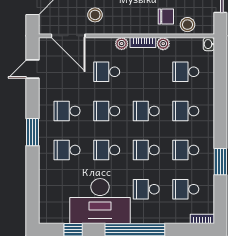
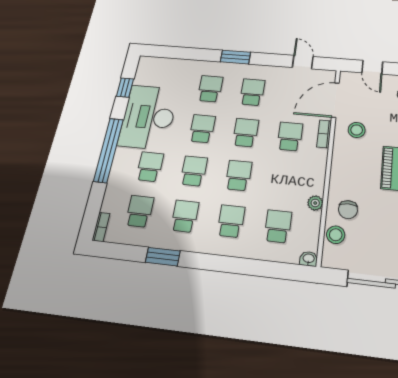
bookcase: (143, 42) -> (324, 134), moved
plant: (122, 44) -> (320, 156), removed

